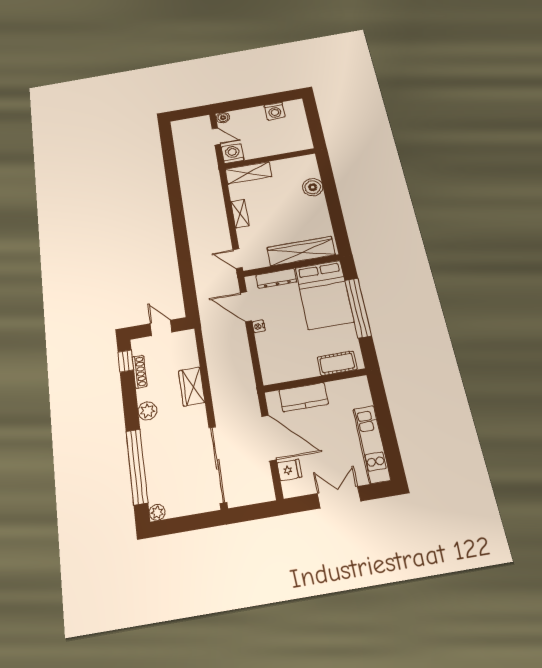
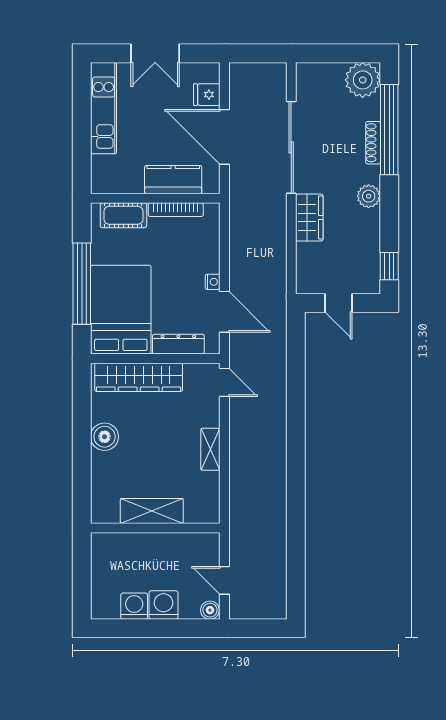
washing machine: (233, 154) -> (163, 605), moved, turned 180
shelving: (248, 173) -> (152, 511), moved
boiler: (313, 187) -> (105, 437), moved
shoe rack: (139, 372) -> (373, 143), moved
bookcase: (297, 374) -> (176, 210), added
sliding door: (218, 464) -> (291, 147), moved
plant: (157, 512) -> (363, 80), width x1.87, depth x1.87

